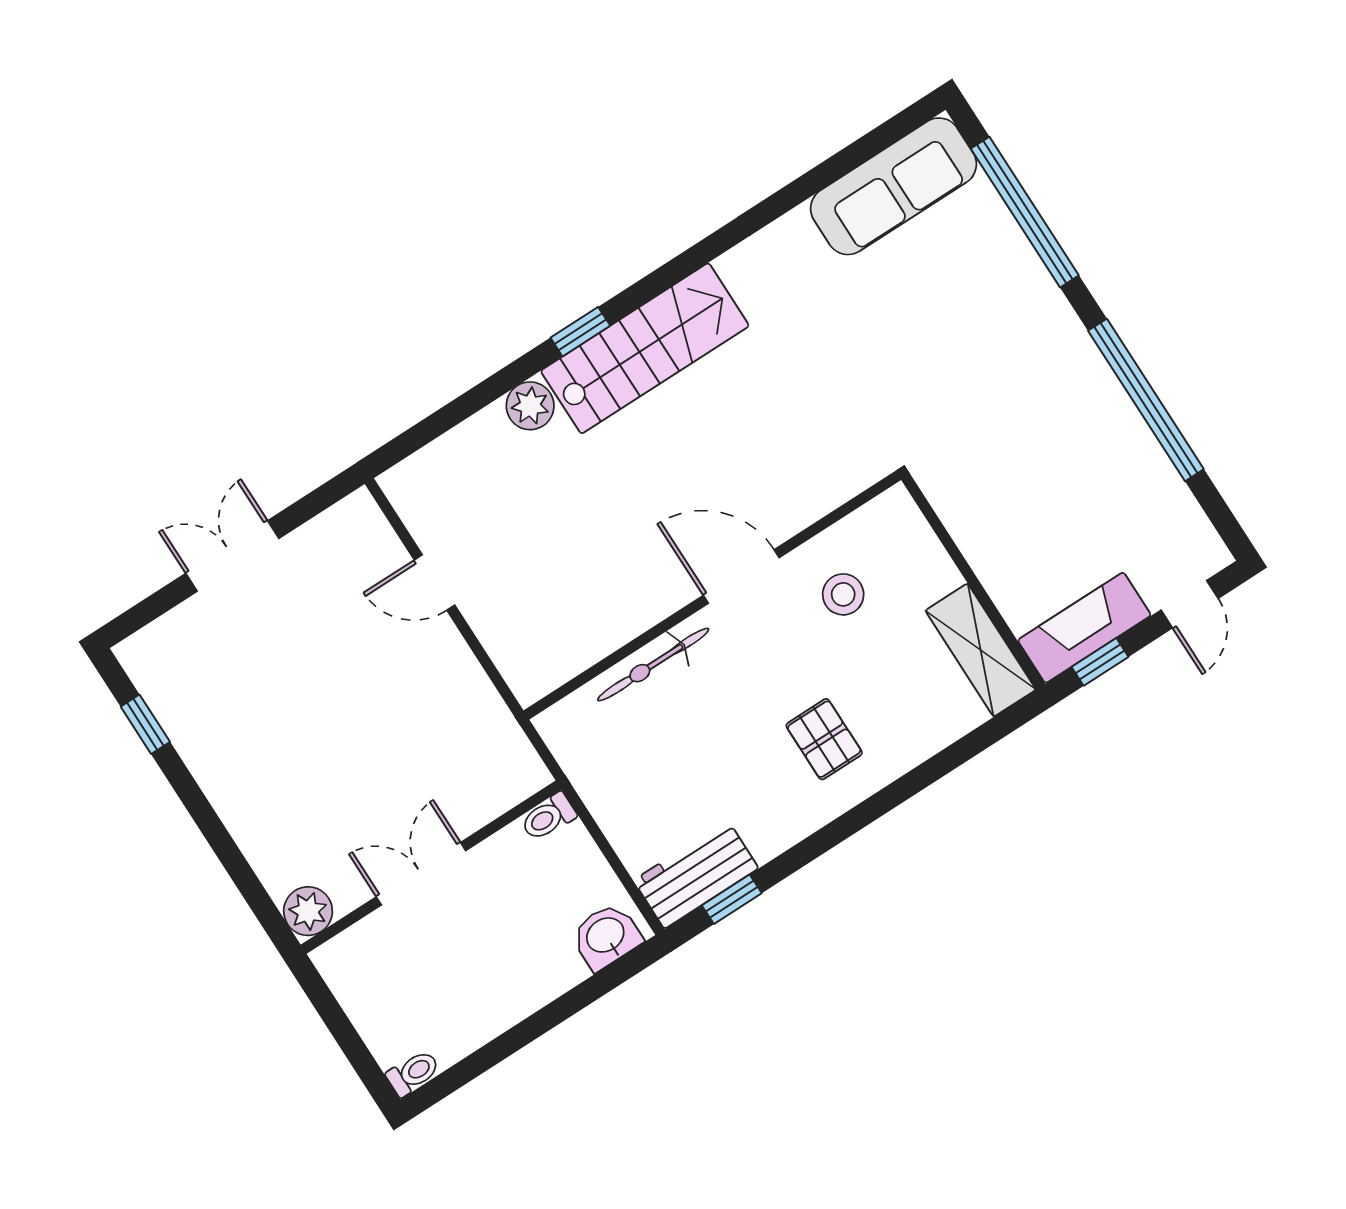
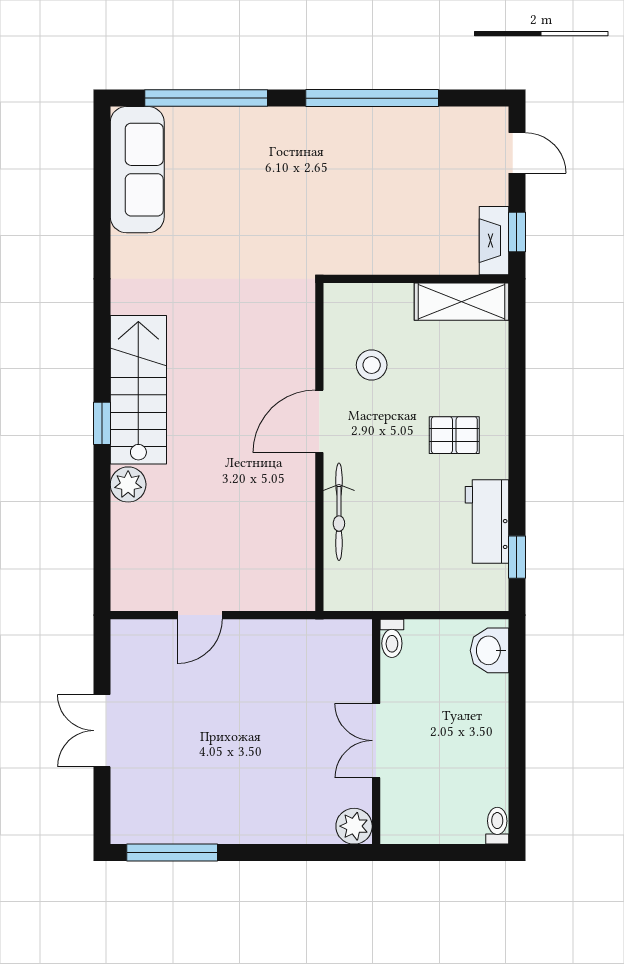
fireplace: (1084, 628) -> (494, 241), width x0.73, depth x0.76
window: (145, 724) -> (172, 853), width x2.17
workbench: (696, 874) -> (487, 521), moved

